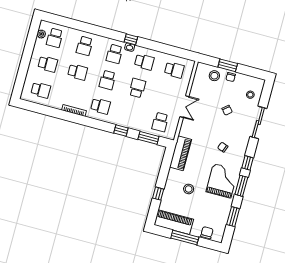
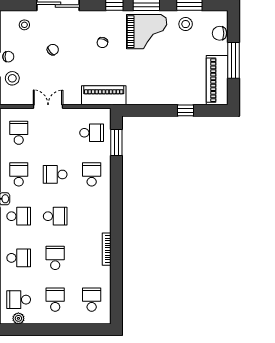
school desk: (55, 38) -> (19, 300), turned 180
school desk: (100, 106) -> (92, 174), moved
double door: (184, 107) -> (48, 107), moved
window: (121, 130) -> (116, 181), removed
piano: (181, 153) -> (104, 95), moved
grand piano: (222, 181) -> (147, 32), turned 180
stool: (189, 189) -> (186, 24), moved

